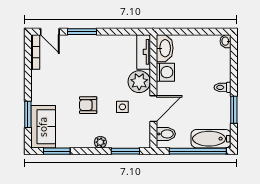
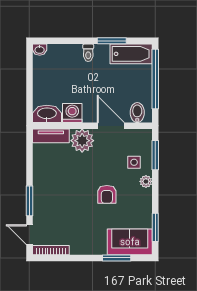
door: (50, 32) -> (29, 235), swing flipped
side table: (122, 107) -> (134, 162), moved
bathtub: (211, 139) -> (131, 54), moved, turned -90

